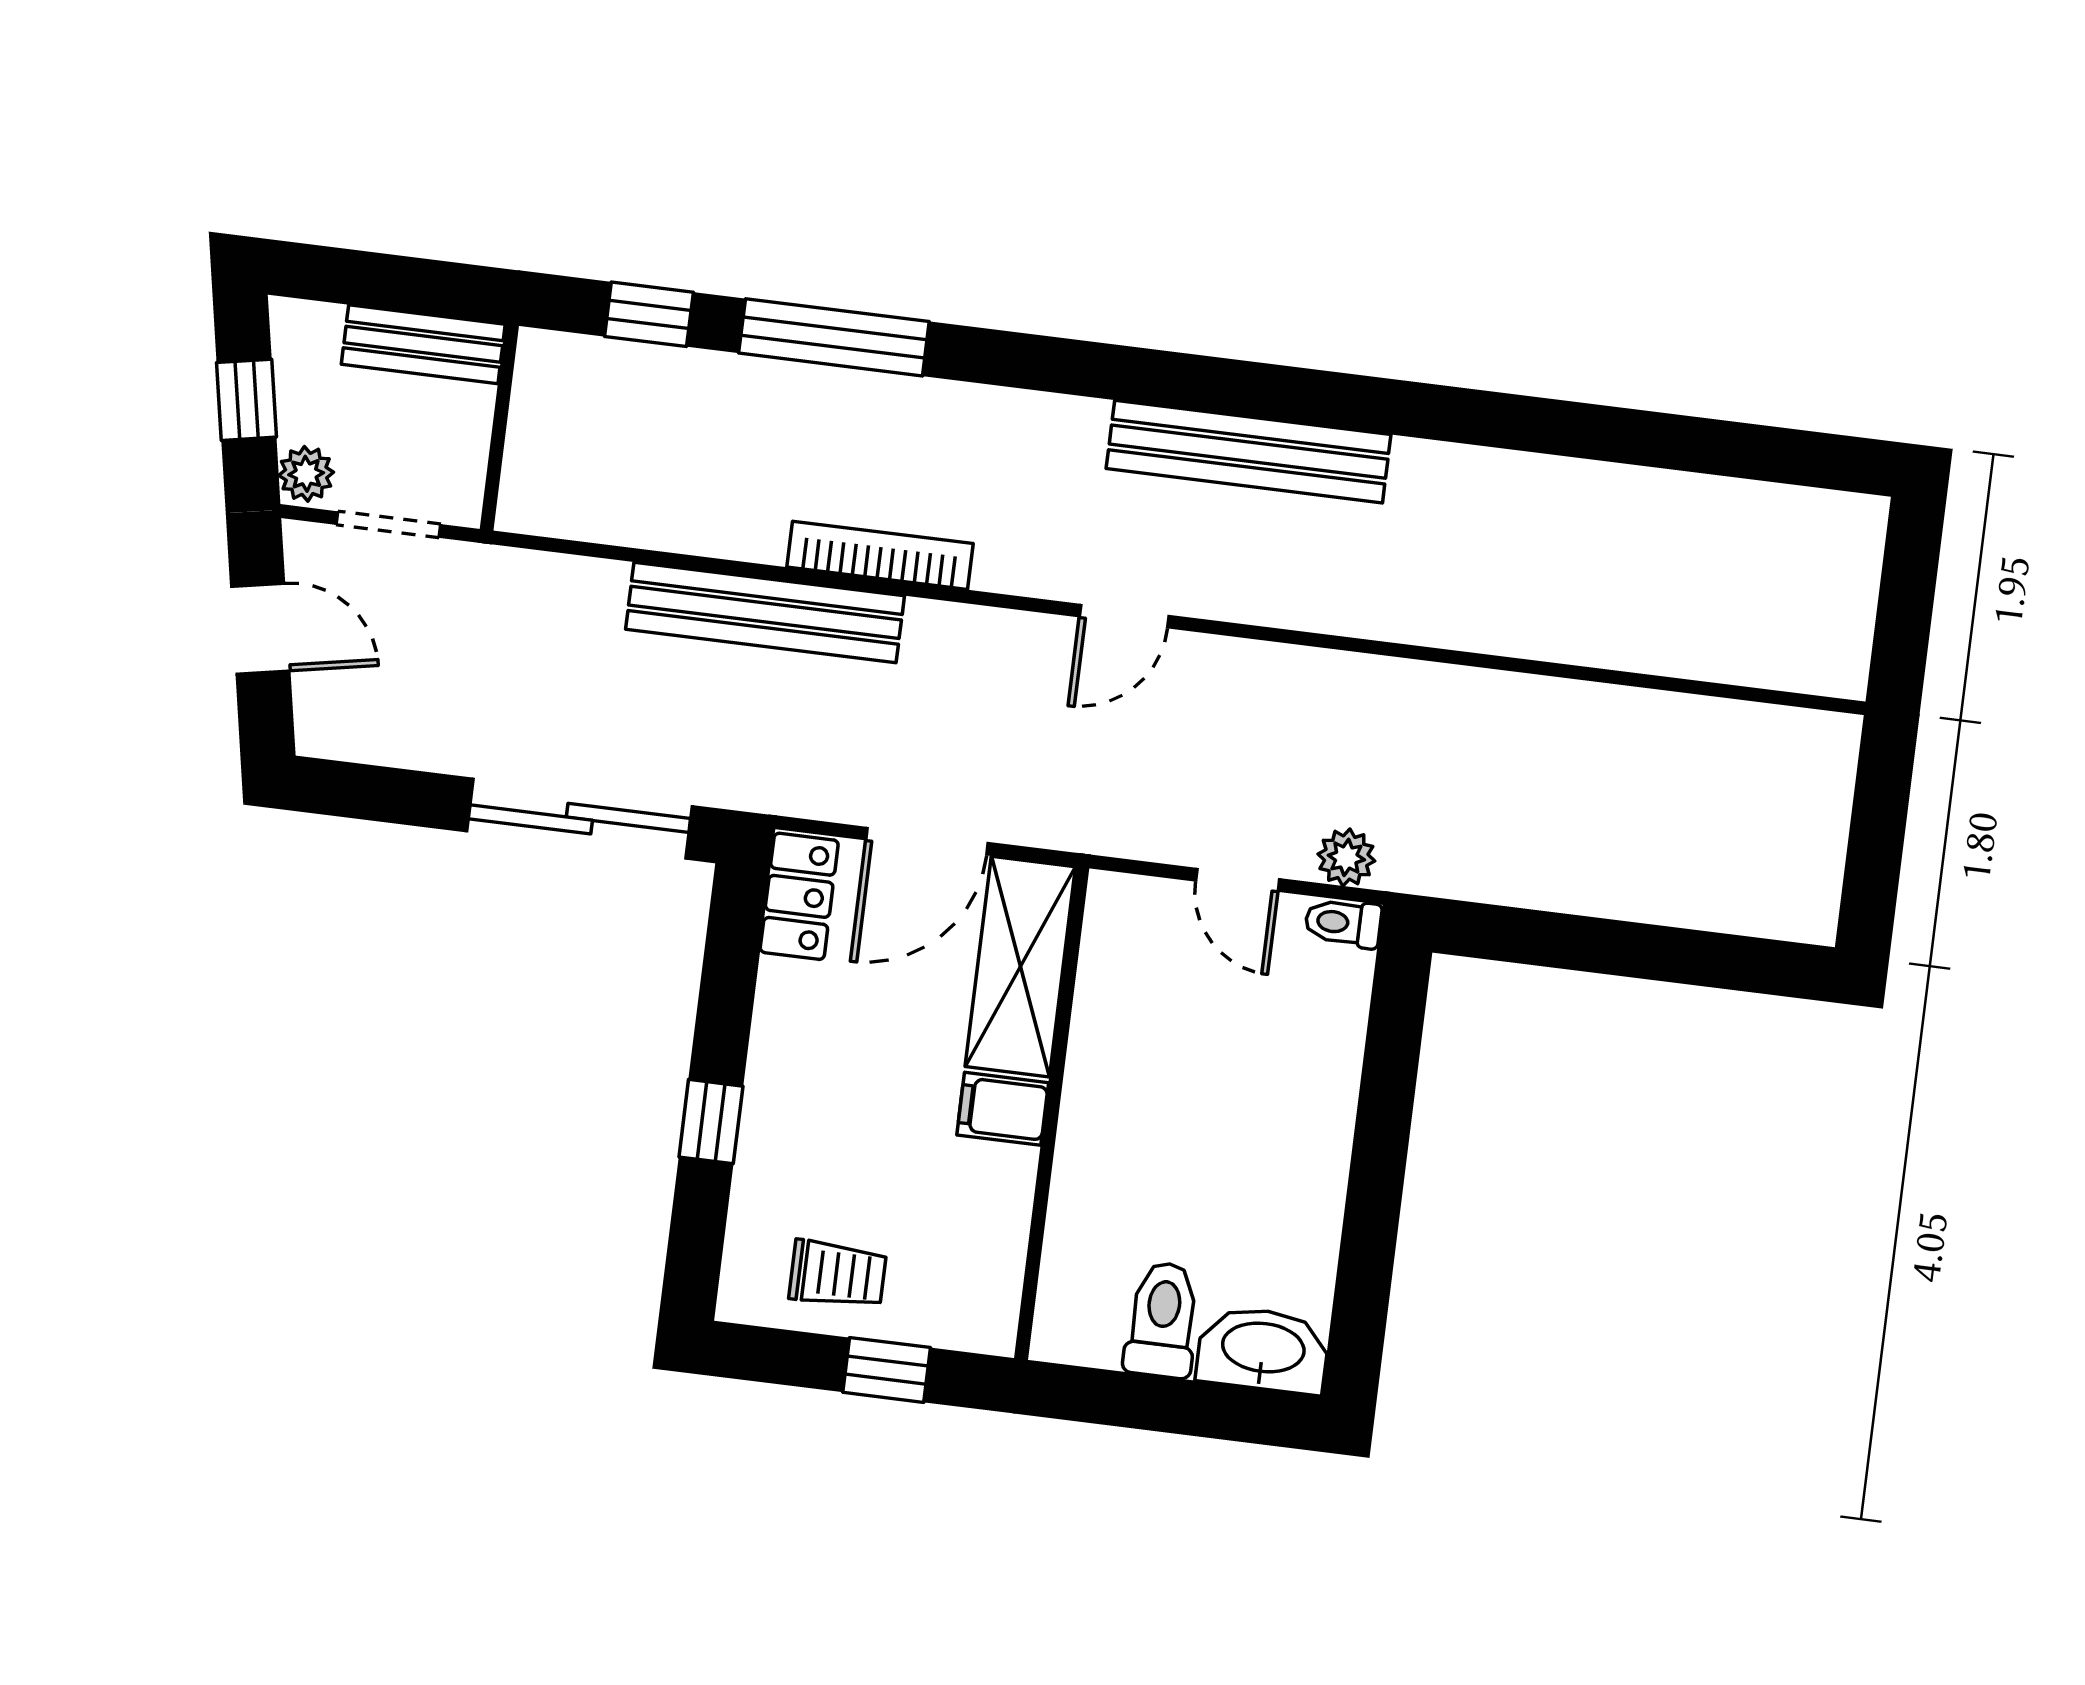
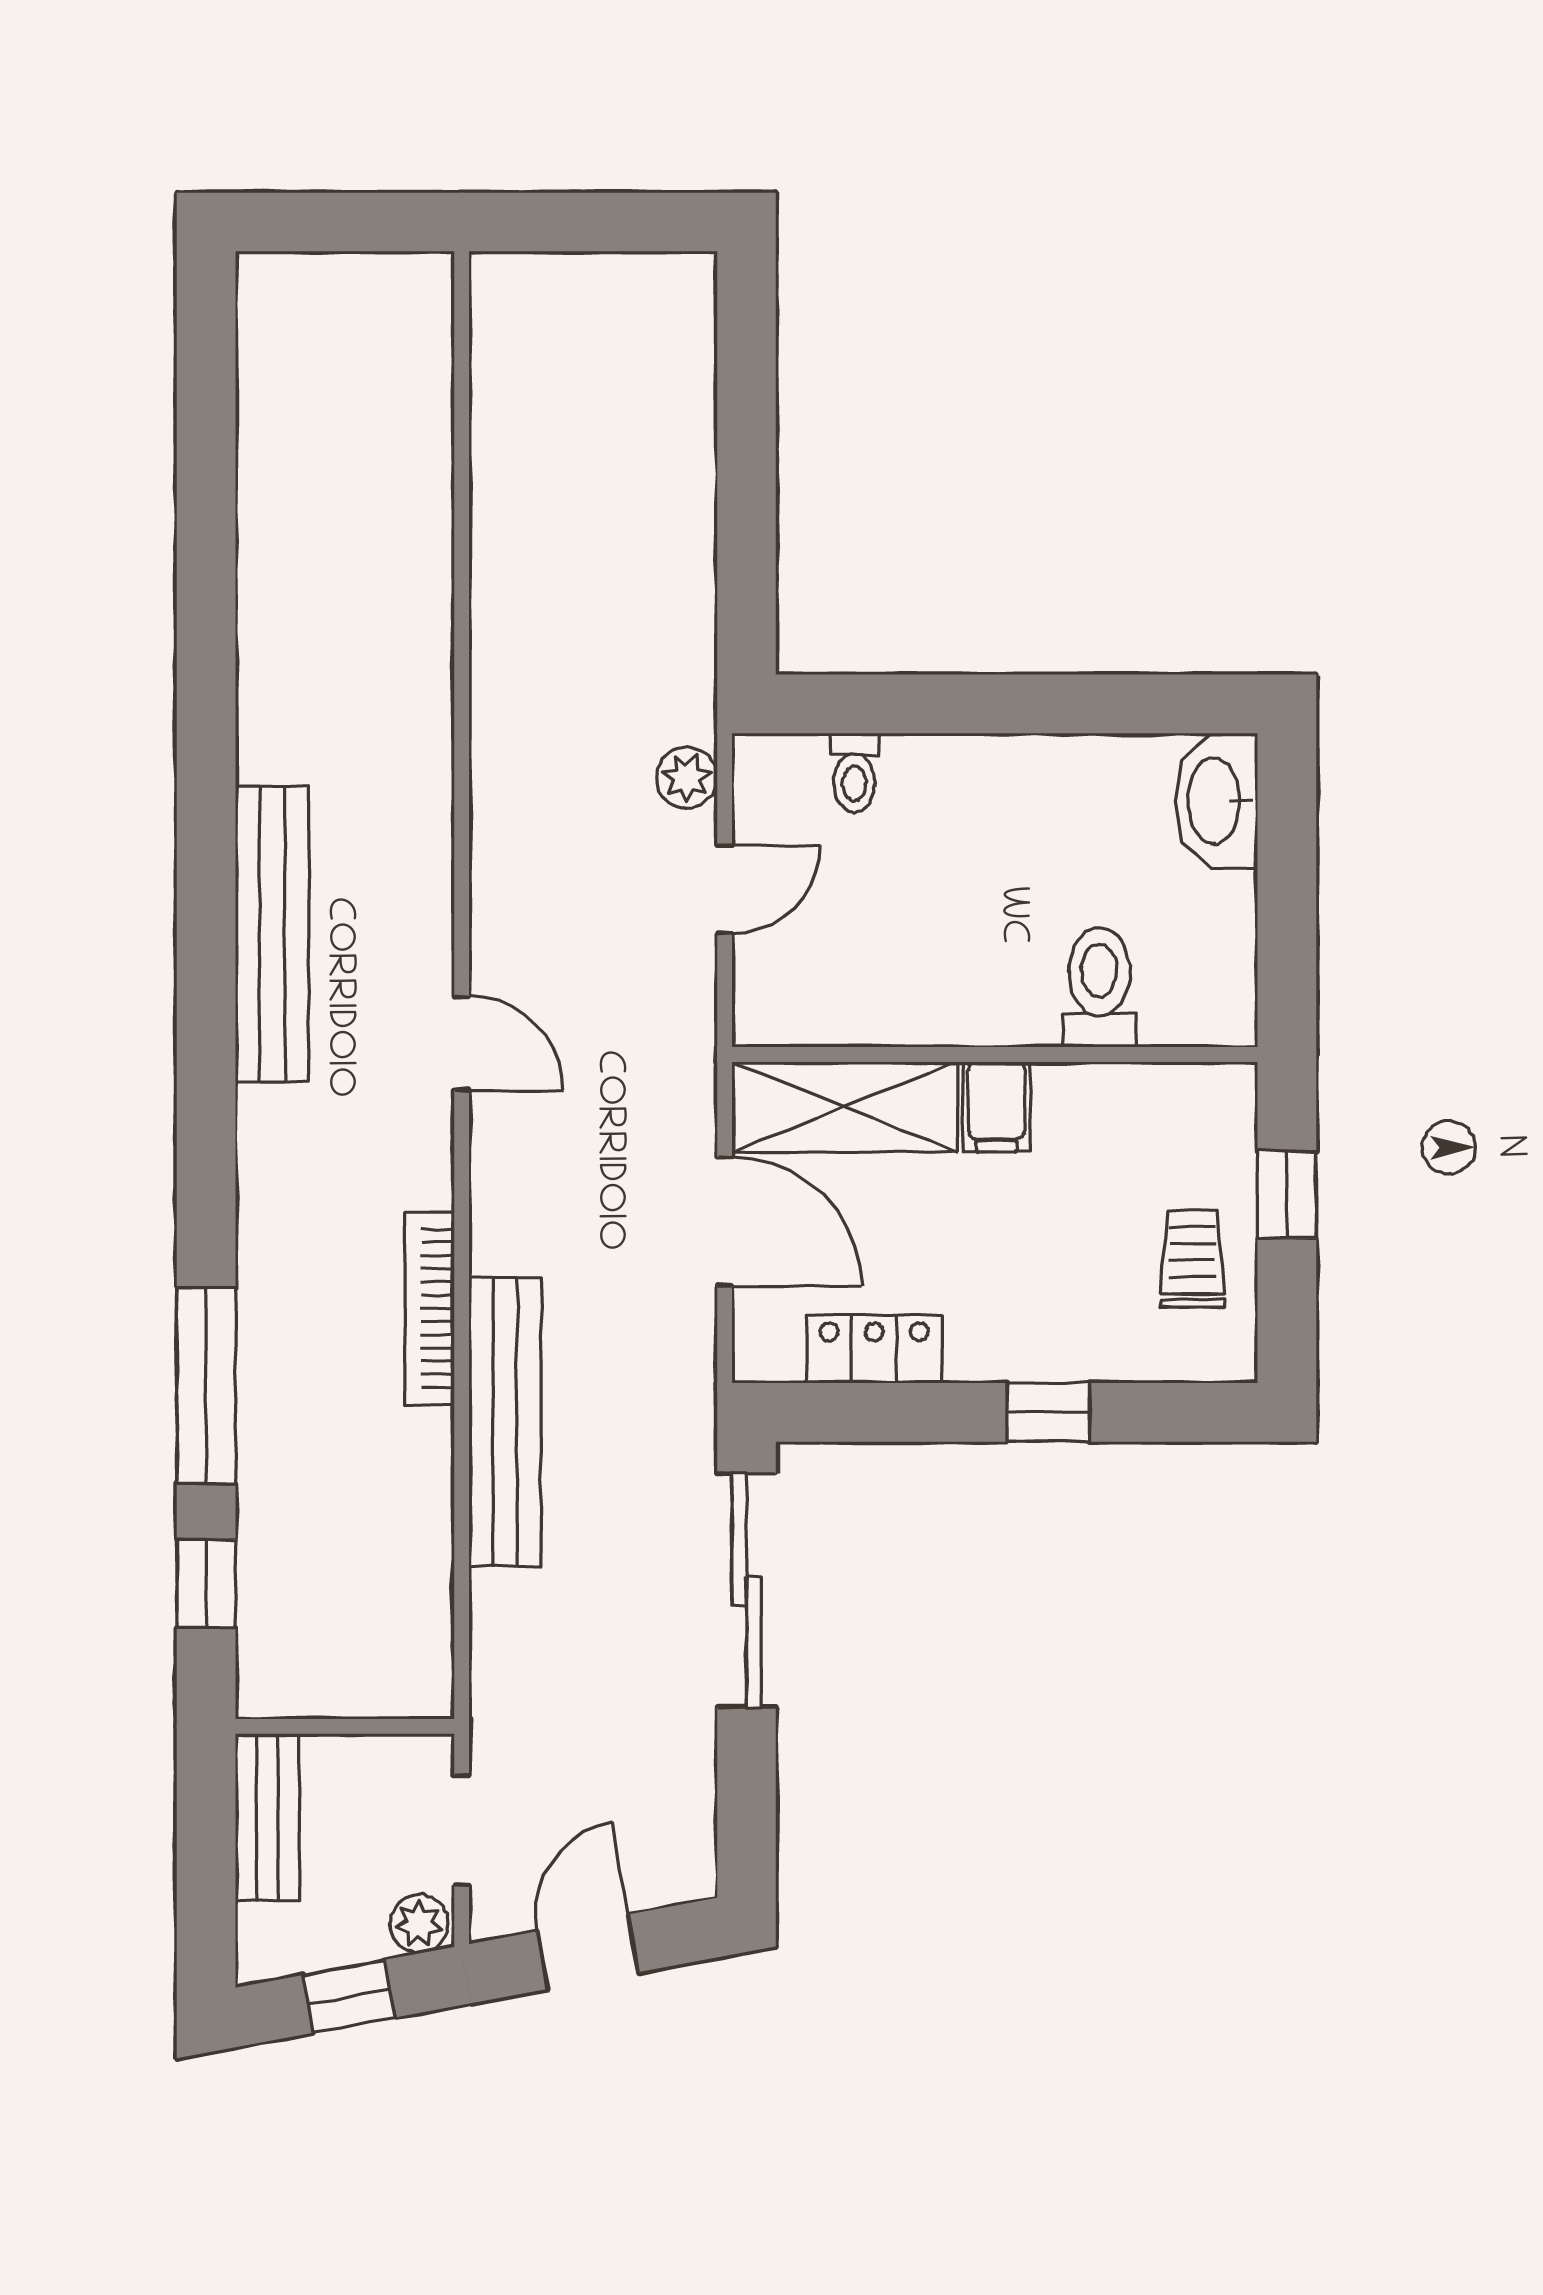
locker: (799, 896) -> (874, 1349), moved
toilet: (1343, 923) -> (854, 773), moved
toilet: (1162, 1320) -> (1099, 987), moved, turned 90

